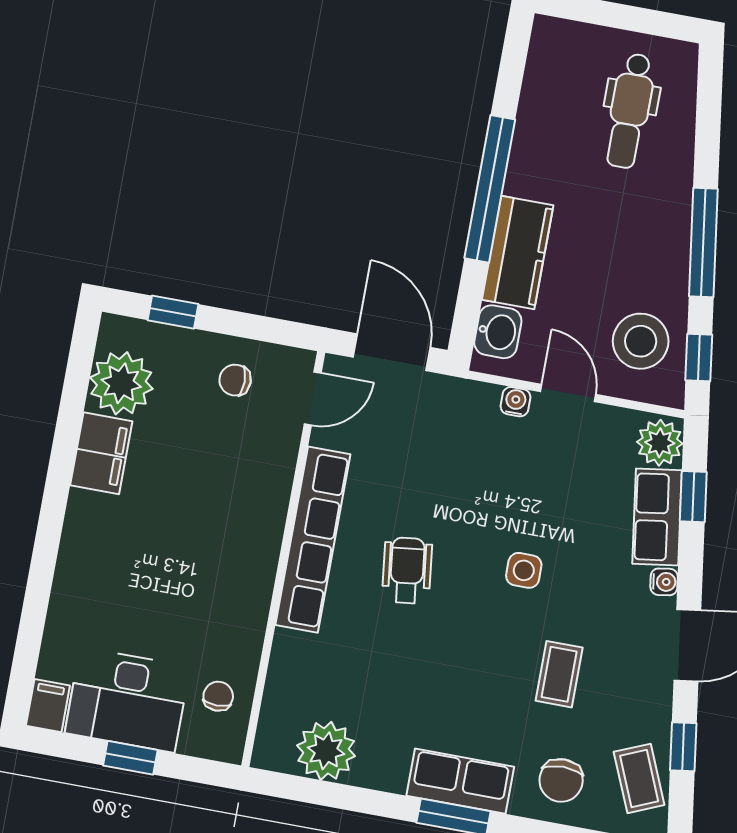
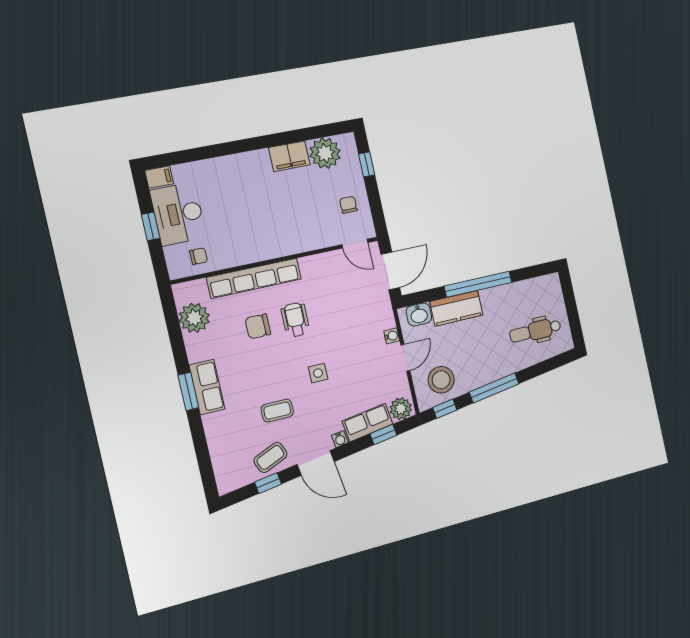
row of seats: (313, 540) -> (254, 278), moved
wheelchair: (407, 570) -> (295, 320), turned -83
coffee table: (639, 778) -> (271, 457), moved
chair: (561, 780) -> (258, 326), moved

